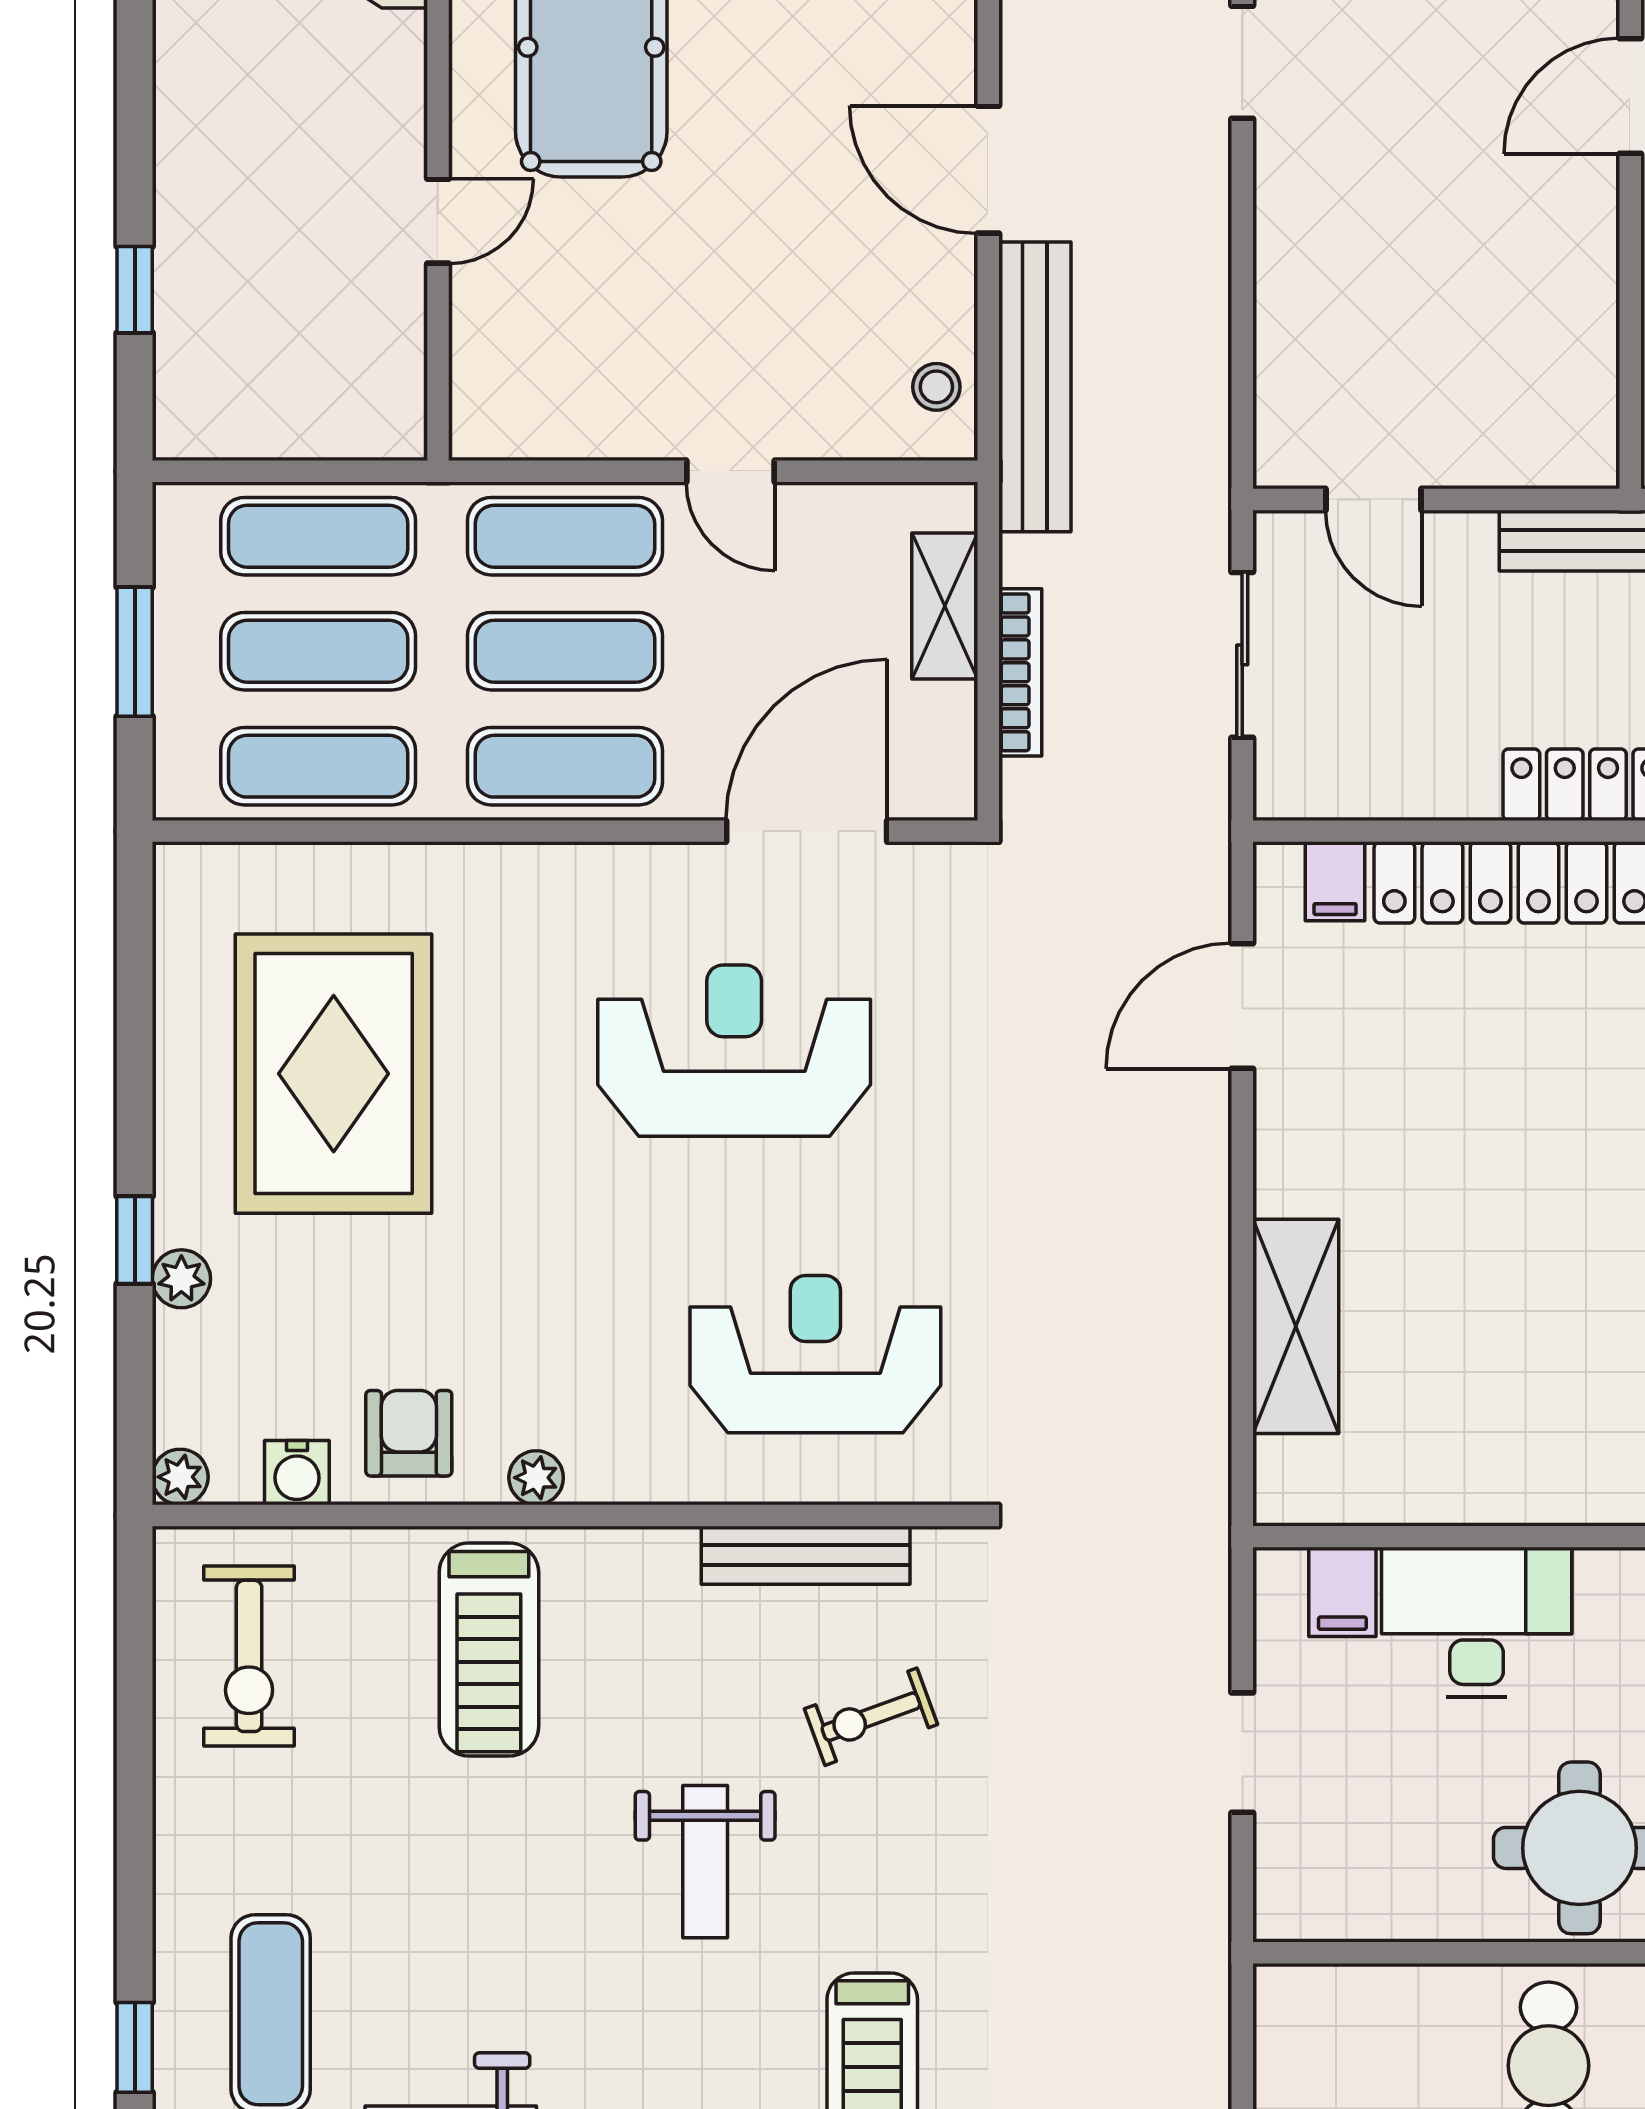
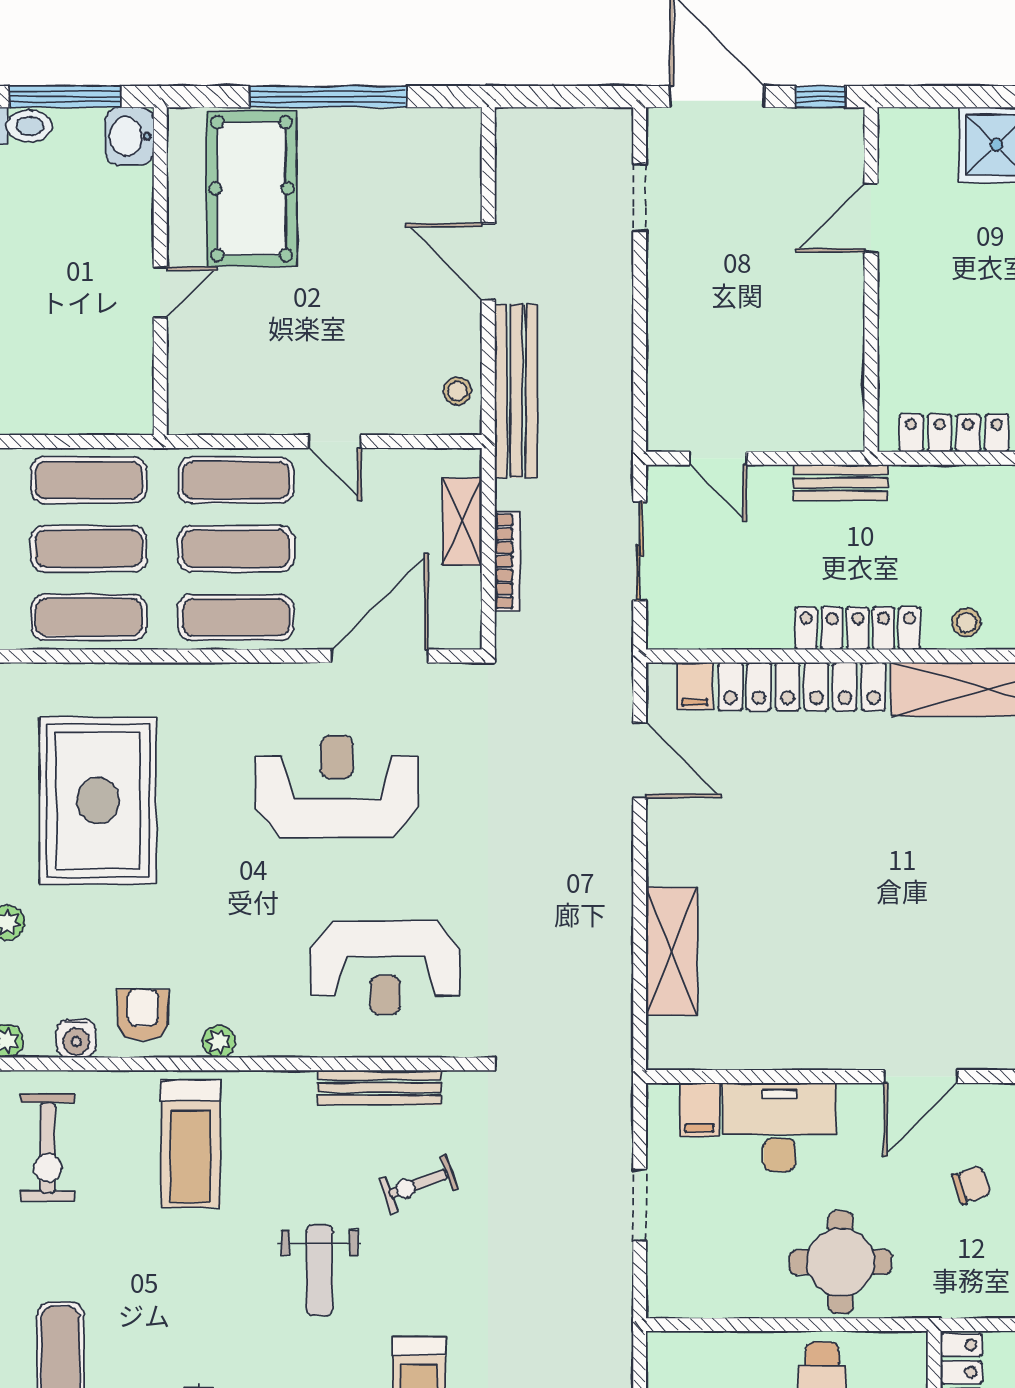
door: (1242, 1006) -> (640, 760), swing flipped
reception desk: (815, 1354) -> (385, 968), turned 180

